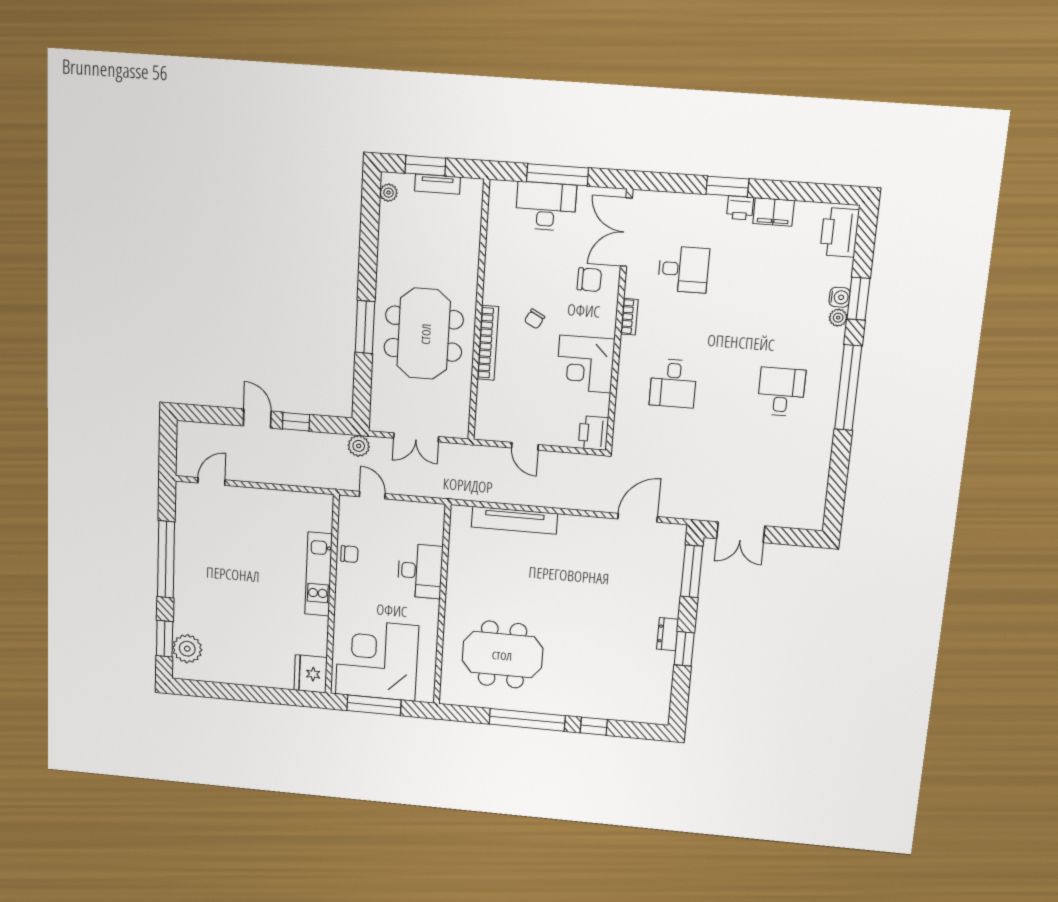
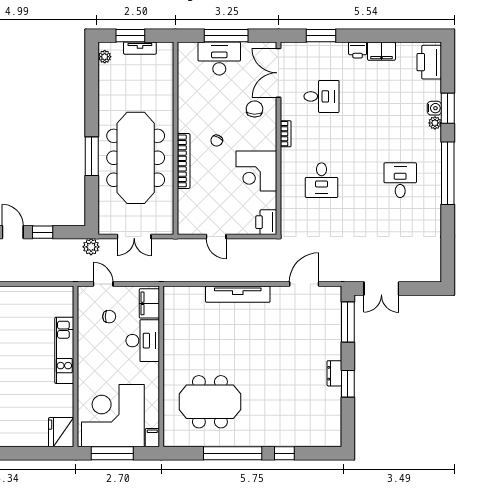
window: (727, 187) -> (321, 36), moved
chair: (589, 280) -> (254, 109), turned -88
meeting table: (424, 334) -> (136, 158), width x1.36
tv unit: (514, 520) -> (238, 294), moved
filing cabinet: (431, 525) -> (149, 303), added
chair: (349, 554) -> (109, 317), moved
filing cabinet: (426, 691) -> (152, 438), added

